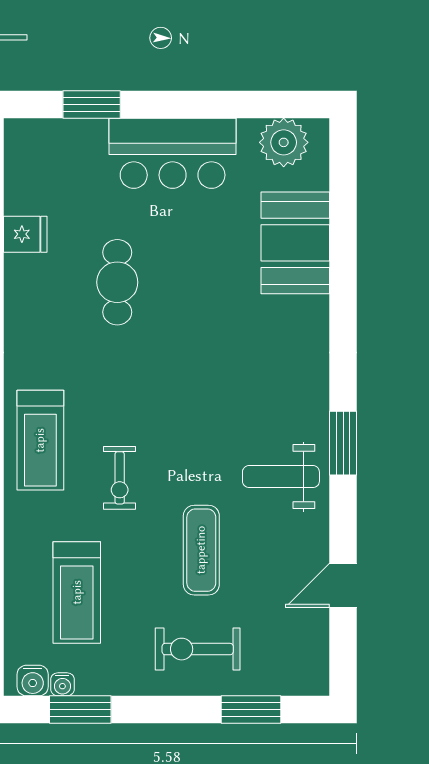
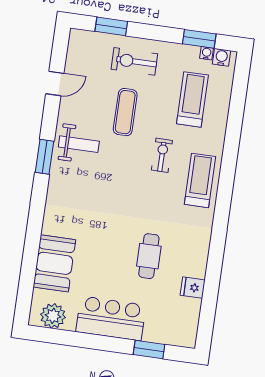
exercise bike: (198, 649) -> (134, 61), turned 180

